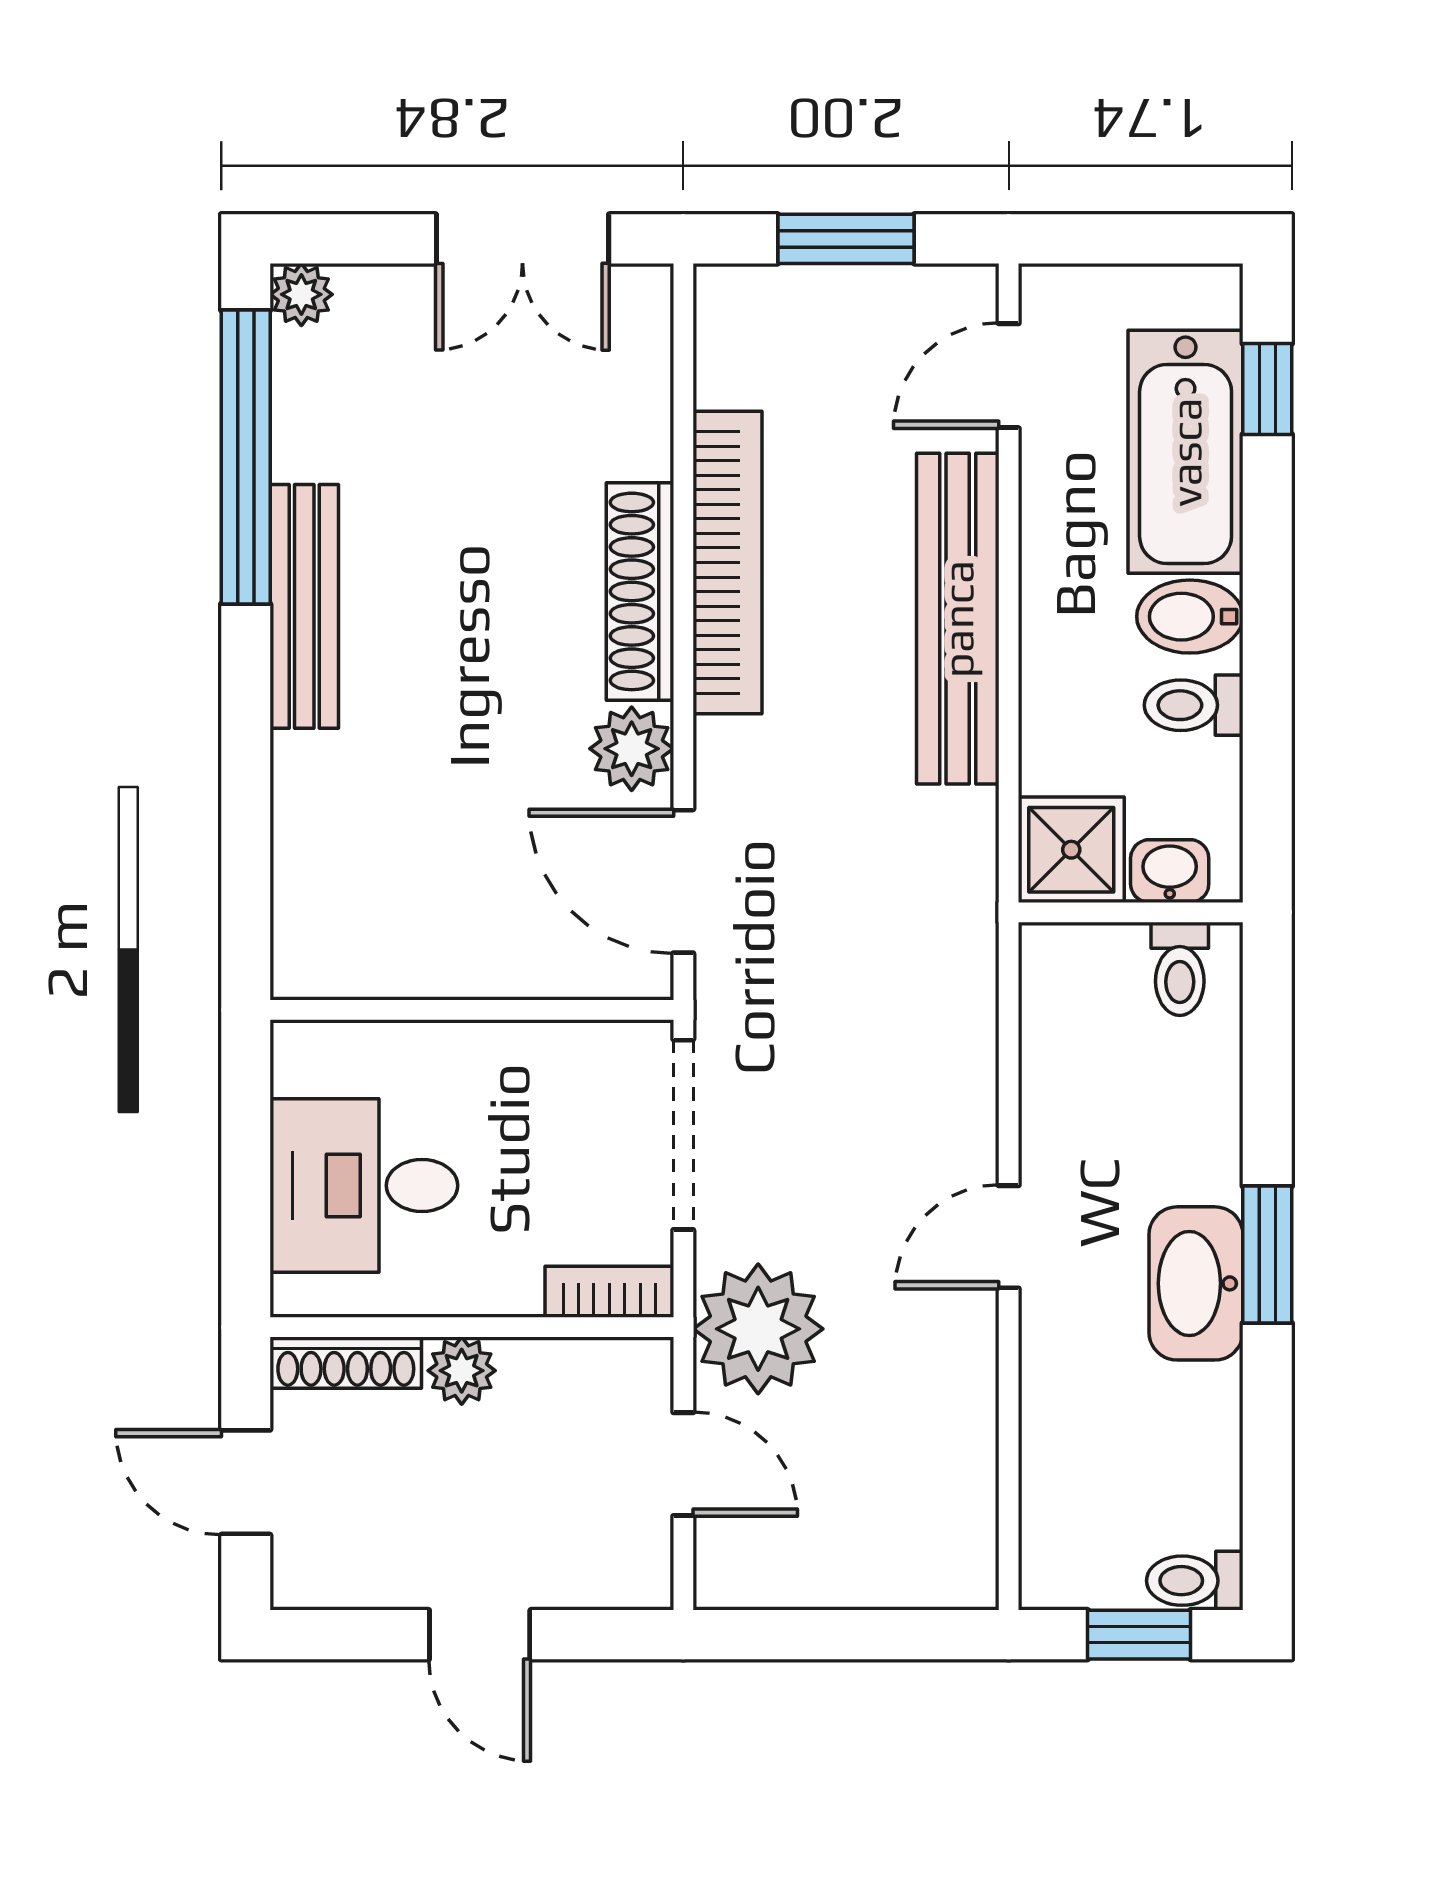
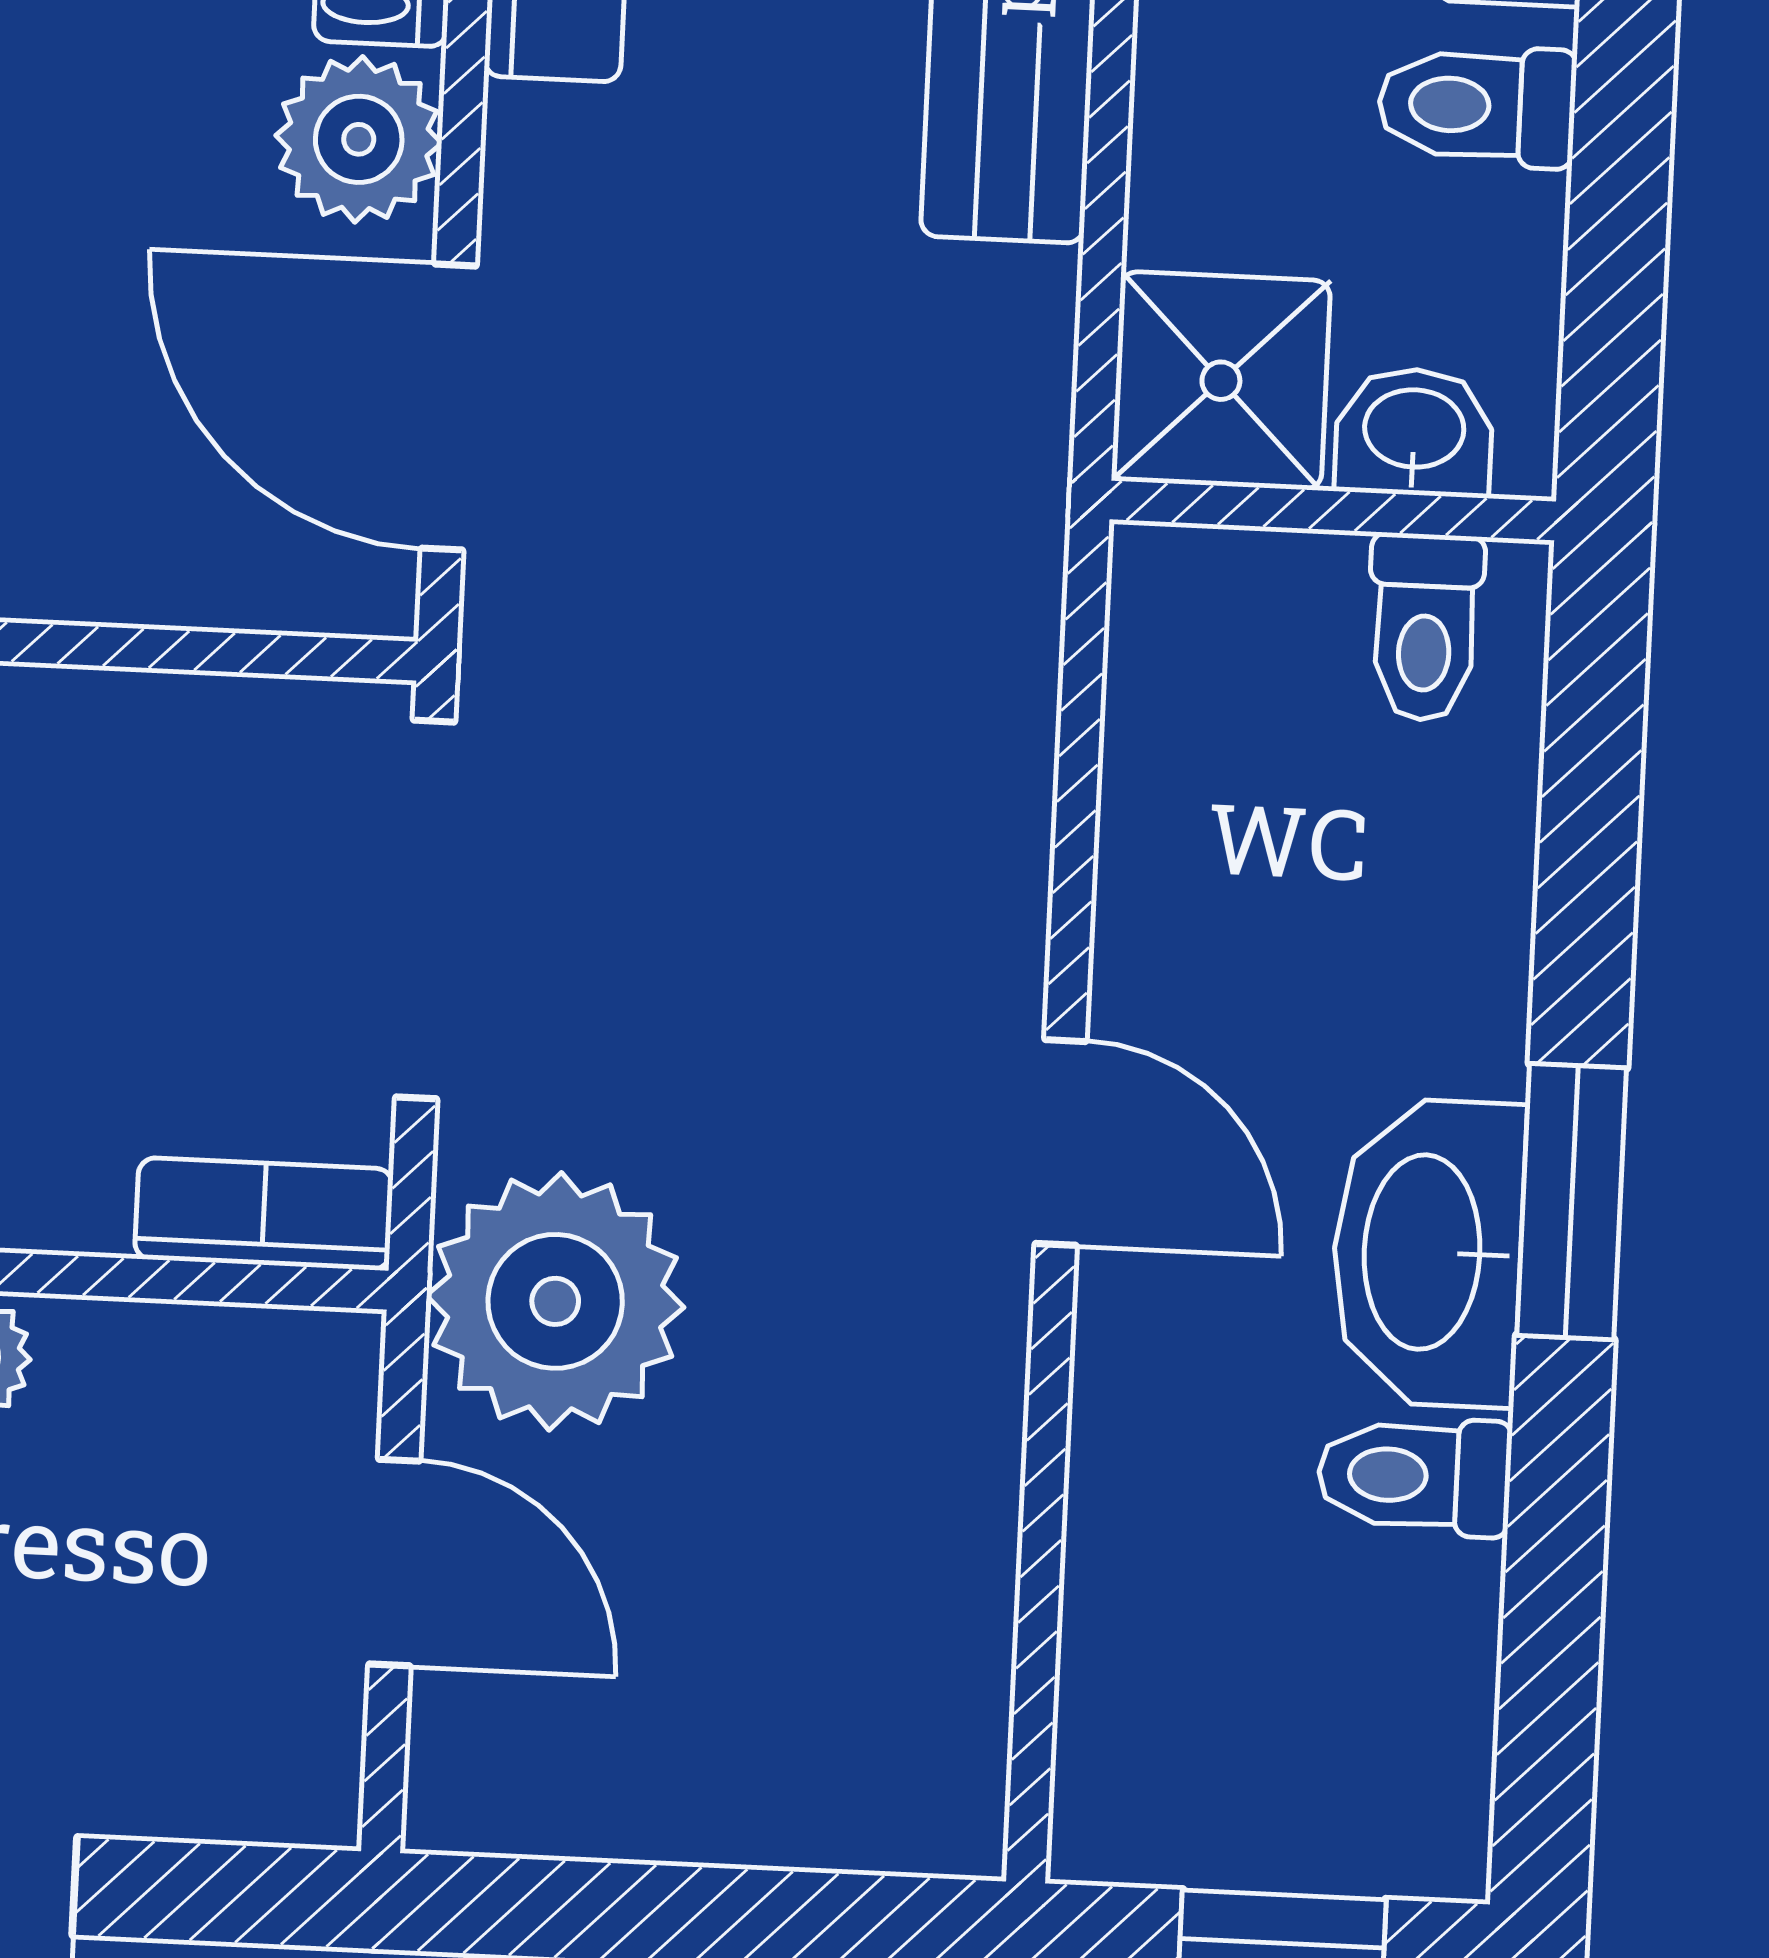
door: (1009, 1237) -> (1061, 1142), swing flipped
toilet: (1195, 1581) -> (1415, 1476), moved

